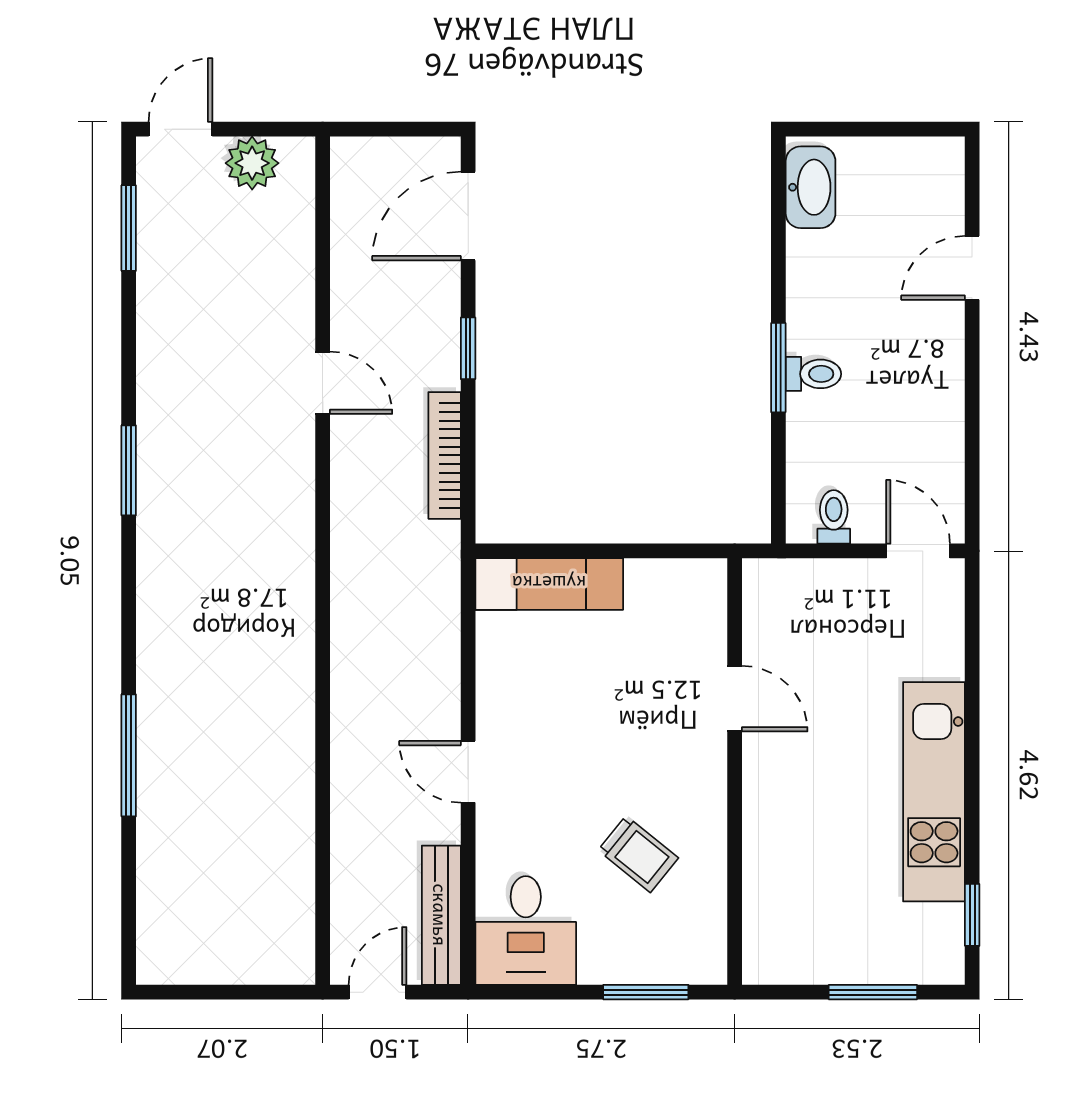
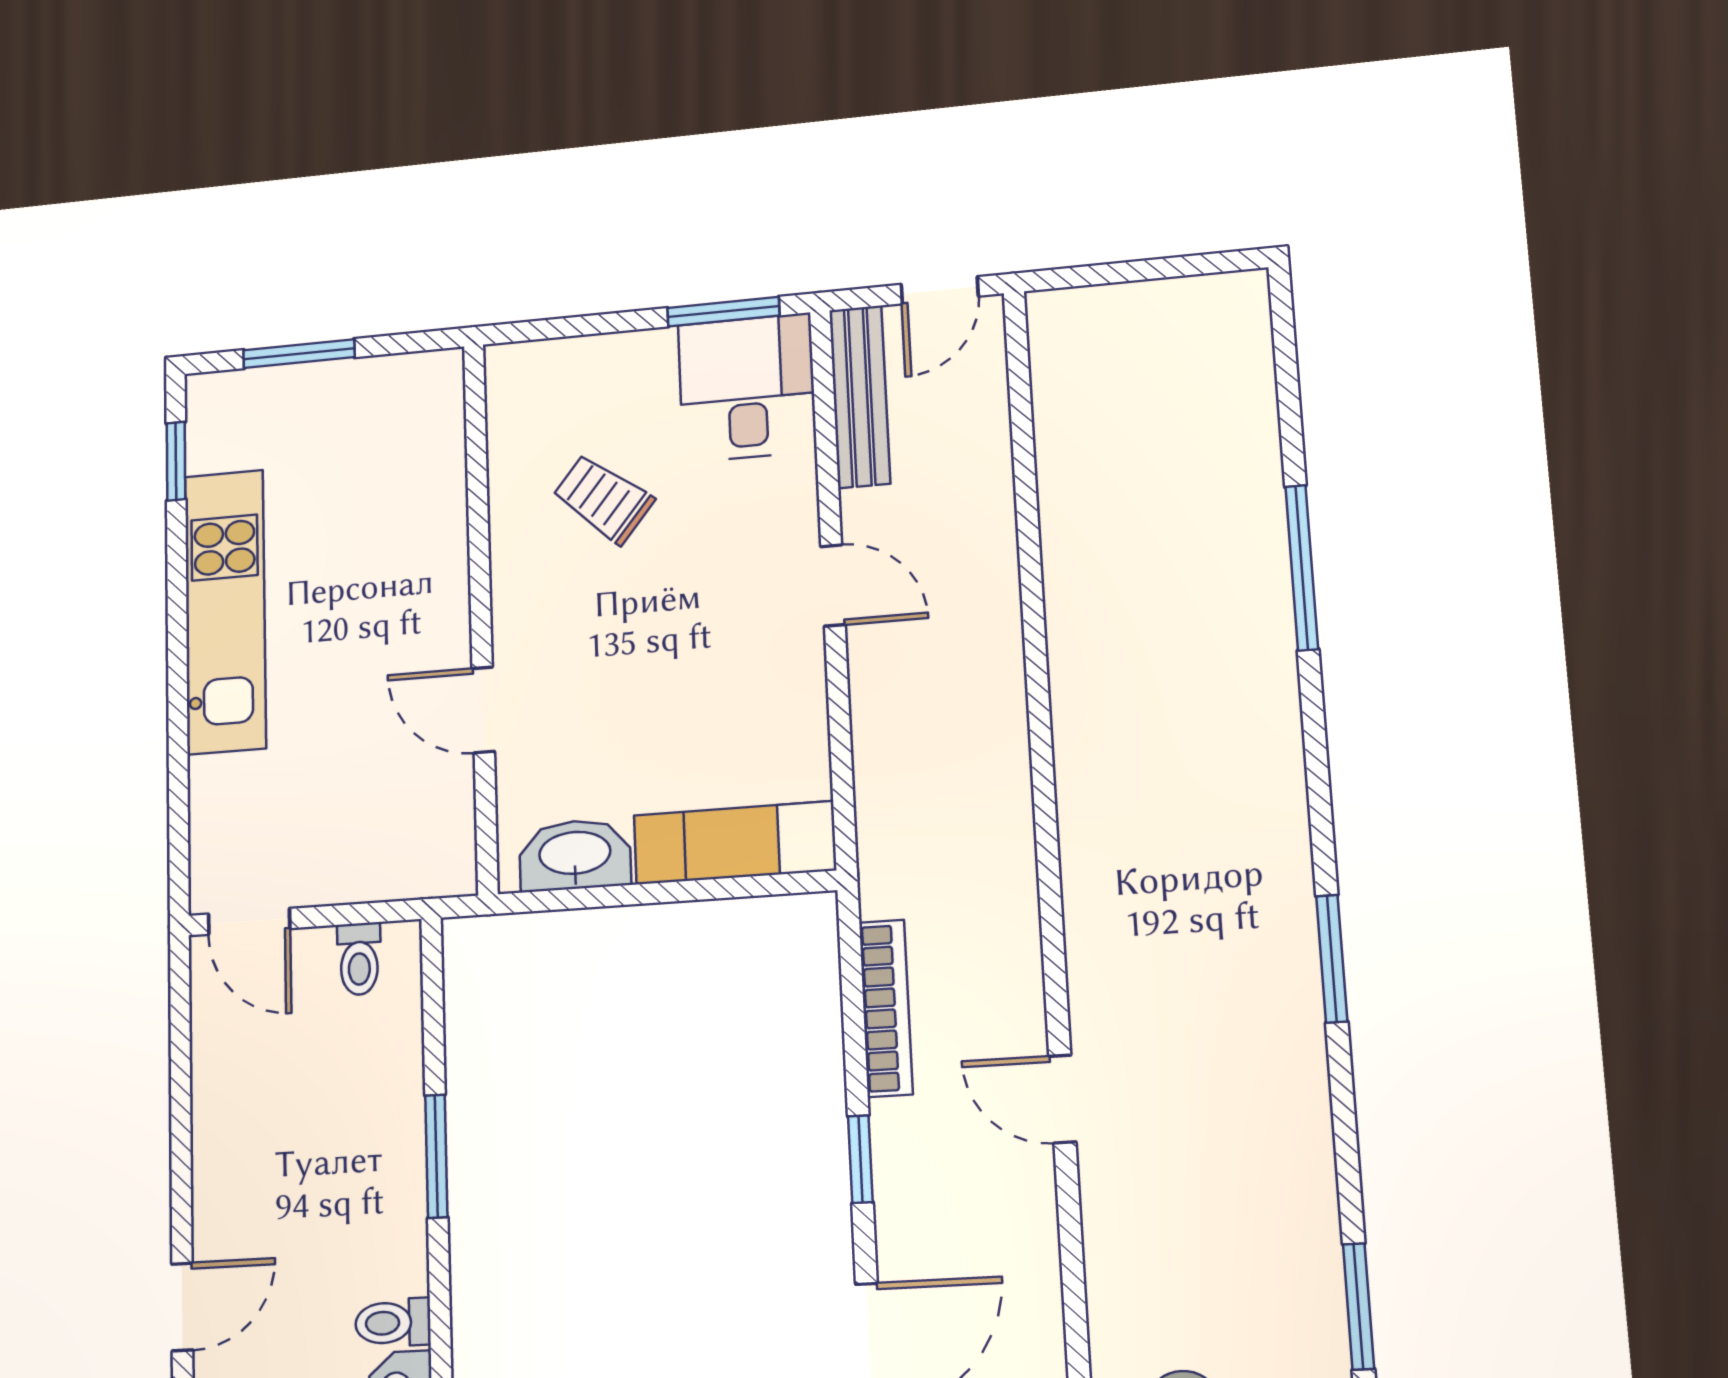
toilet: (813, 374) -> (393, 1323), moved
washbasin: (668, 584) -> (575, 855), added
window: (646, 992) -> (723, 312), moved

